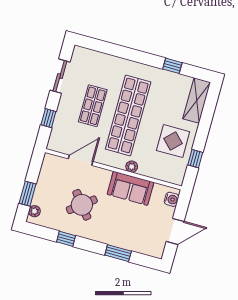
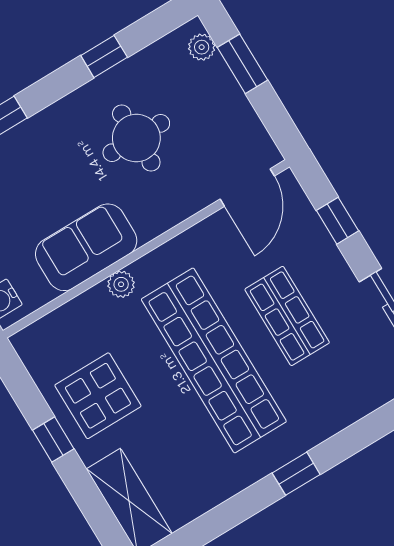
window: (172, 66) -> (296, 474), moved
window: (195, 159) -> (53, 439), moved
door: (81, 160) -> (247, 188), moved
round table: (82, 205) -> (136, 138), turned 38

